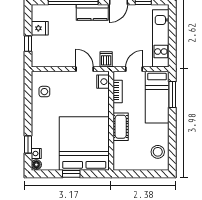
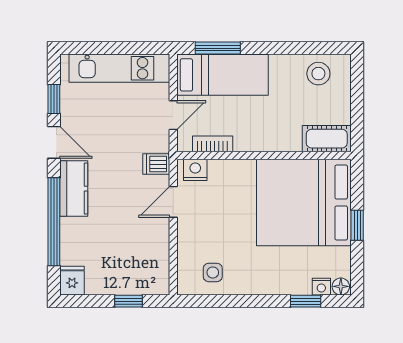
fridge: (40, 28) -> (72, 281), moved
door: (134, 69) -> (173, 115), swing flipped
cot: (121, 127) -> (327, 139), moved

